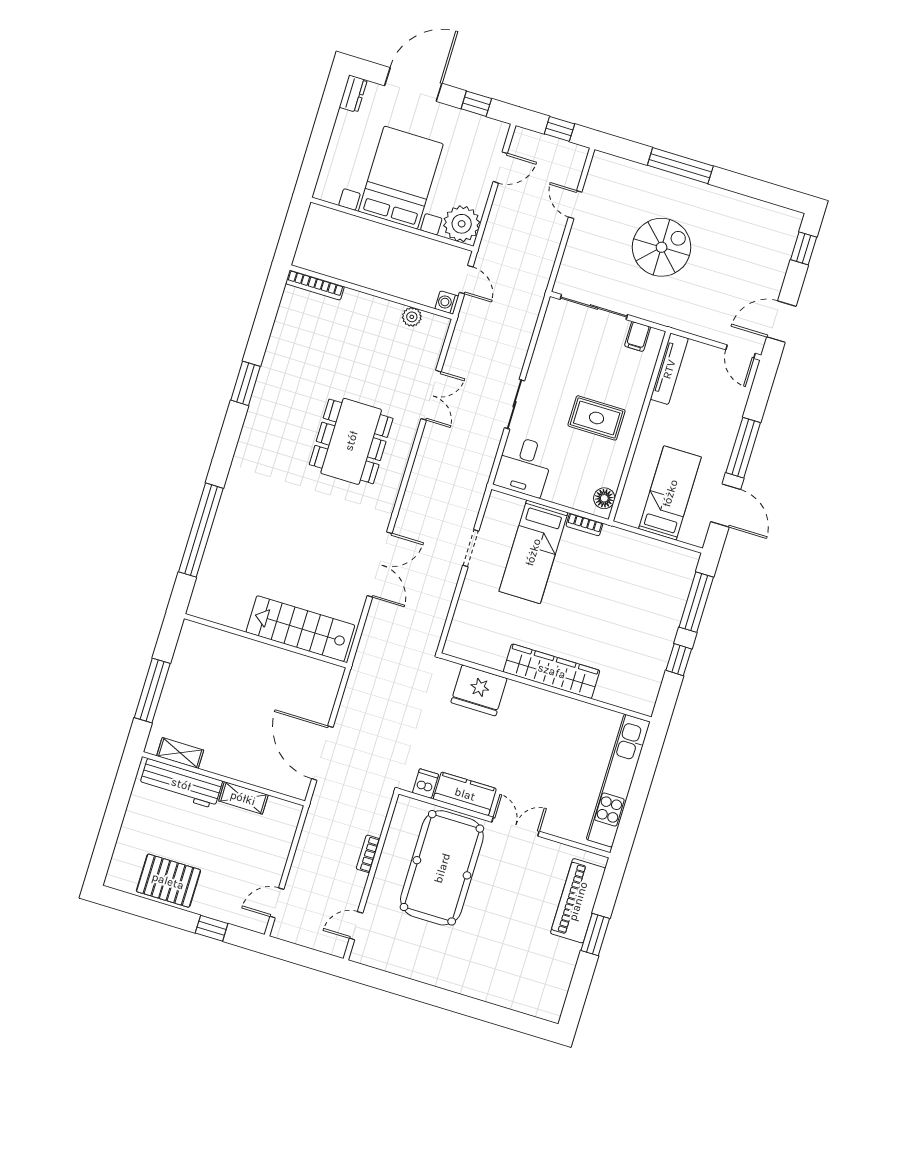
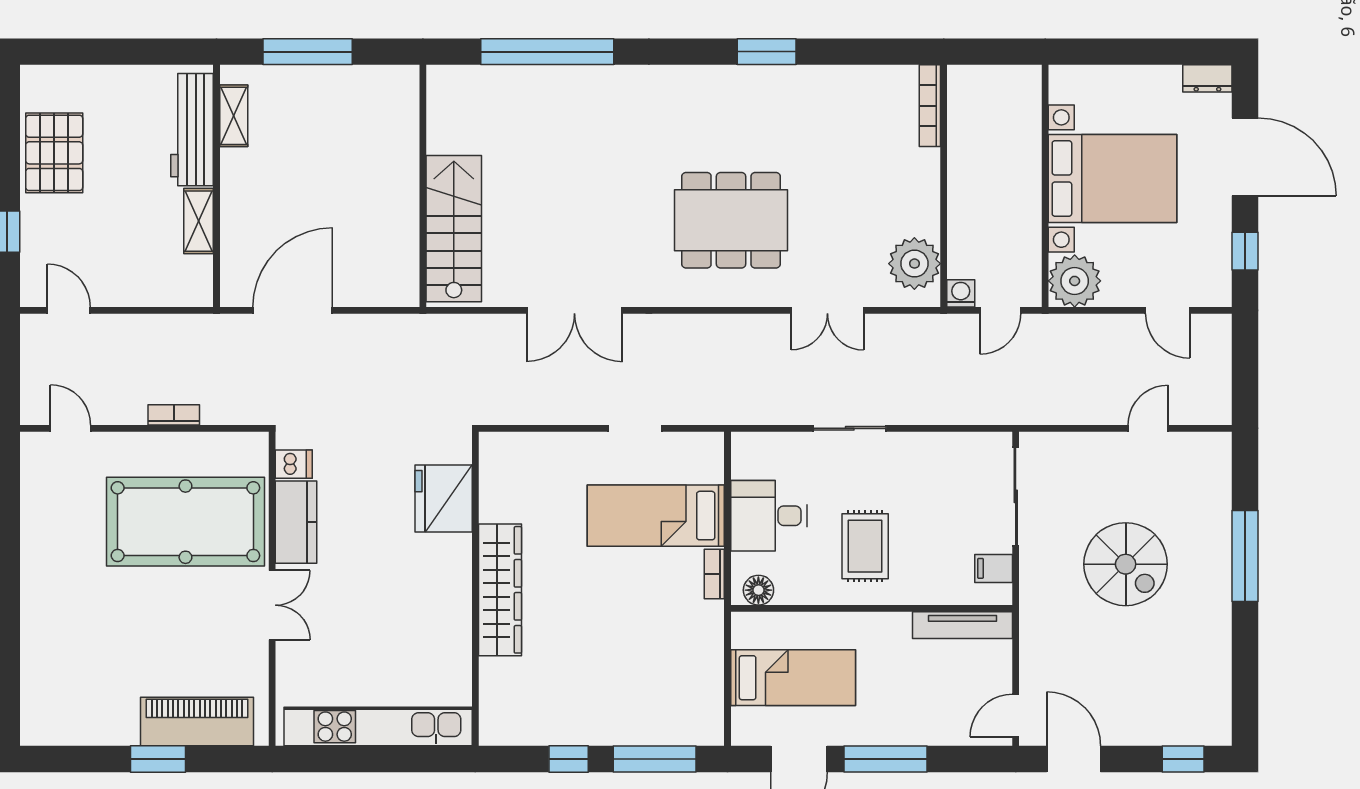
window: (559, 129) -> (1245, 375), removed
plant: (412, 317) -> (914, 264), width x1.87, depth x1.87
desk: (524, 466) -> (769, 516), moved

